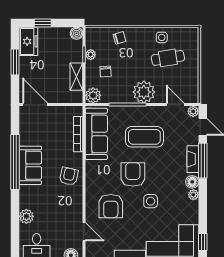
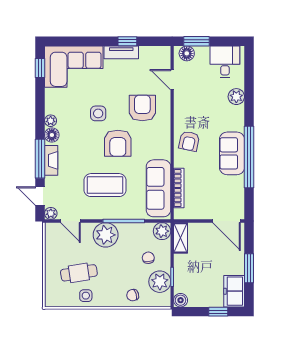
plant: (91, 55) -> (160, 282), width x1.88, depth x1.88
shelving: (76, 77) -> (181, 238), moved

